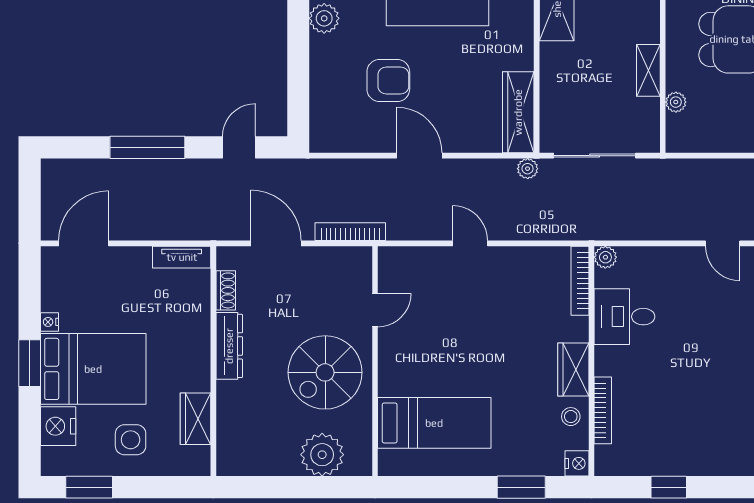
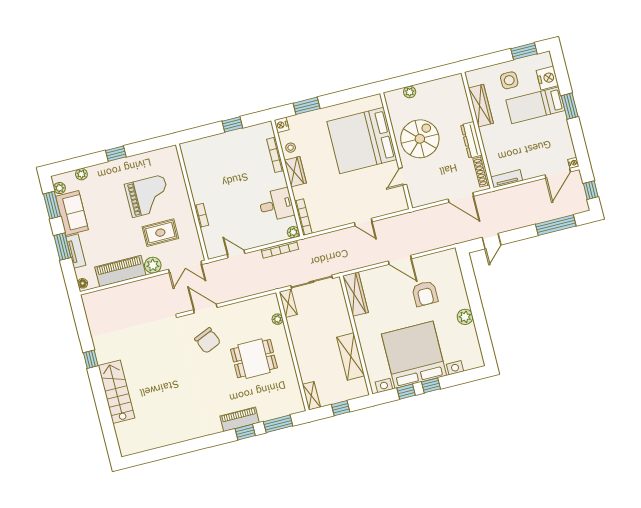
shelving: (648, 70) -> (288, 303), moved
armchair: (388, 81) -> (425, 294), turned -90
window: (147, 147) -> (556, 225), moved
plant: (528, 169) -> (344, 267), removed
window: (30, 196) -> (591, 190), added
bookcase: (350, 232) -> (280, 249), moved
shoe rack: (226, 290) -> (481, 172), width x1.43
nightstand: (49, 322) -> (573, 163), moved
bed: (93, 369) -> (535, 105), width x0.67
wardrobe: (196, 419) -> (481, 106), width x1.50
bed: (434, 423) -> (362, 141), width x2.04
plant: (322, 455) -> (410, 92), width x0.53, depth x0.53

